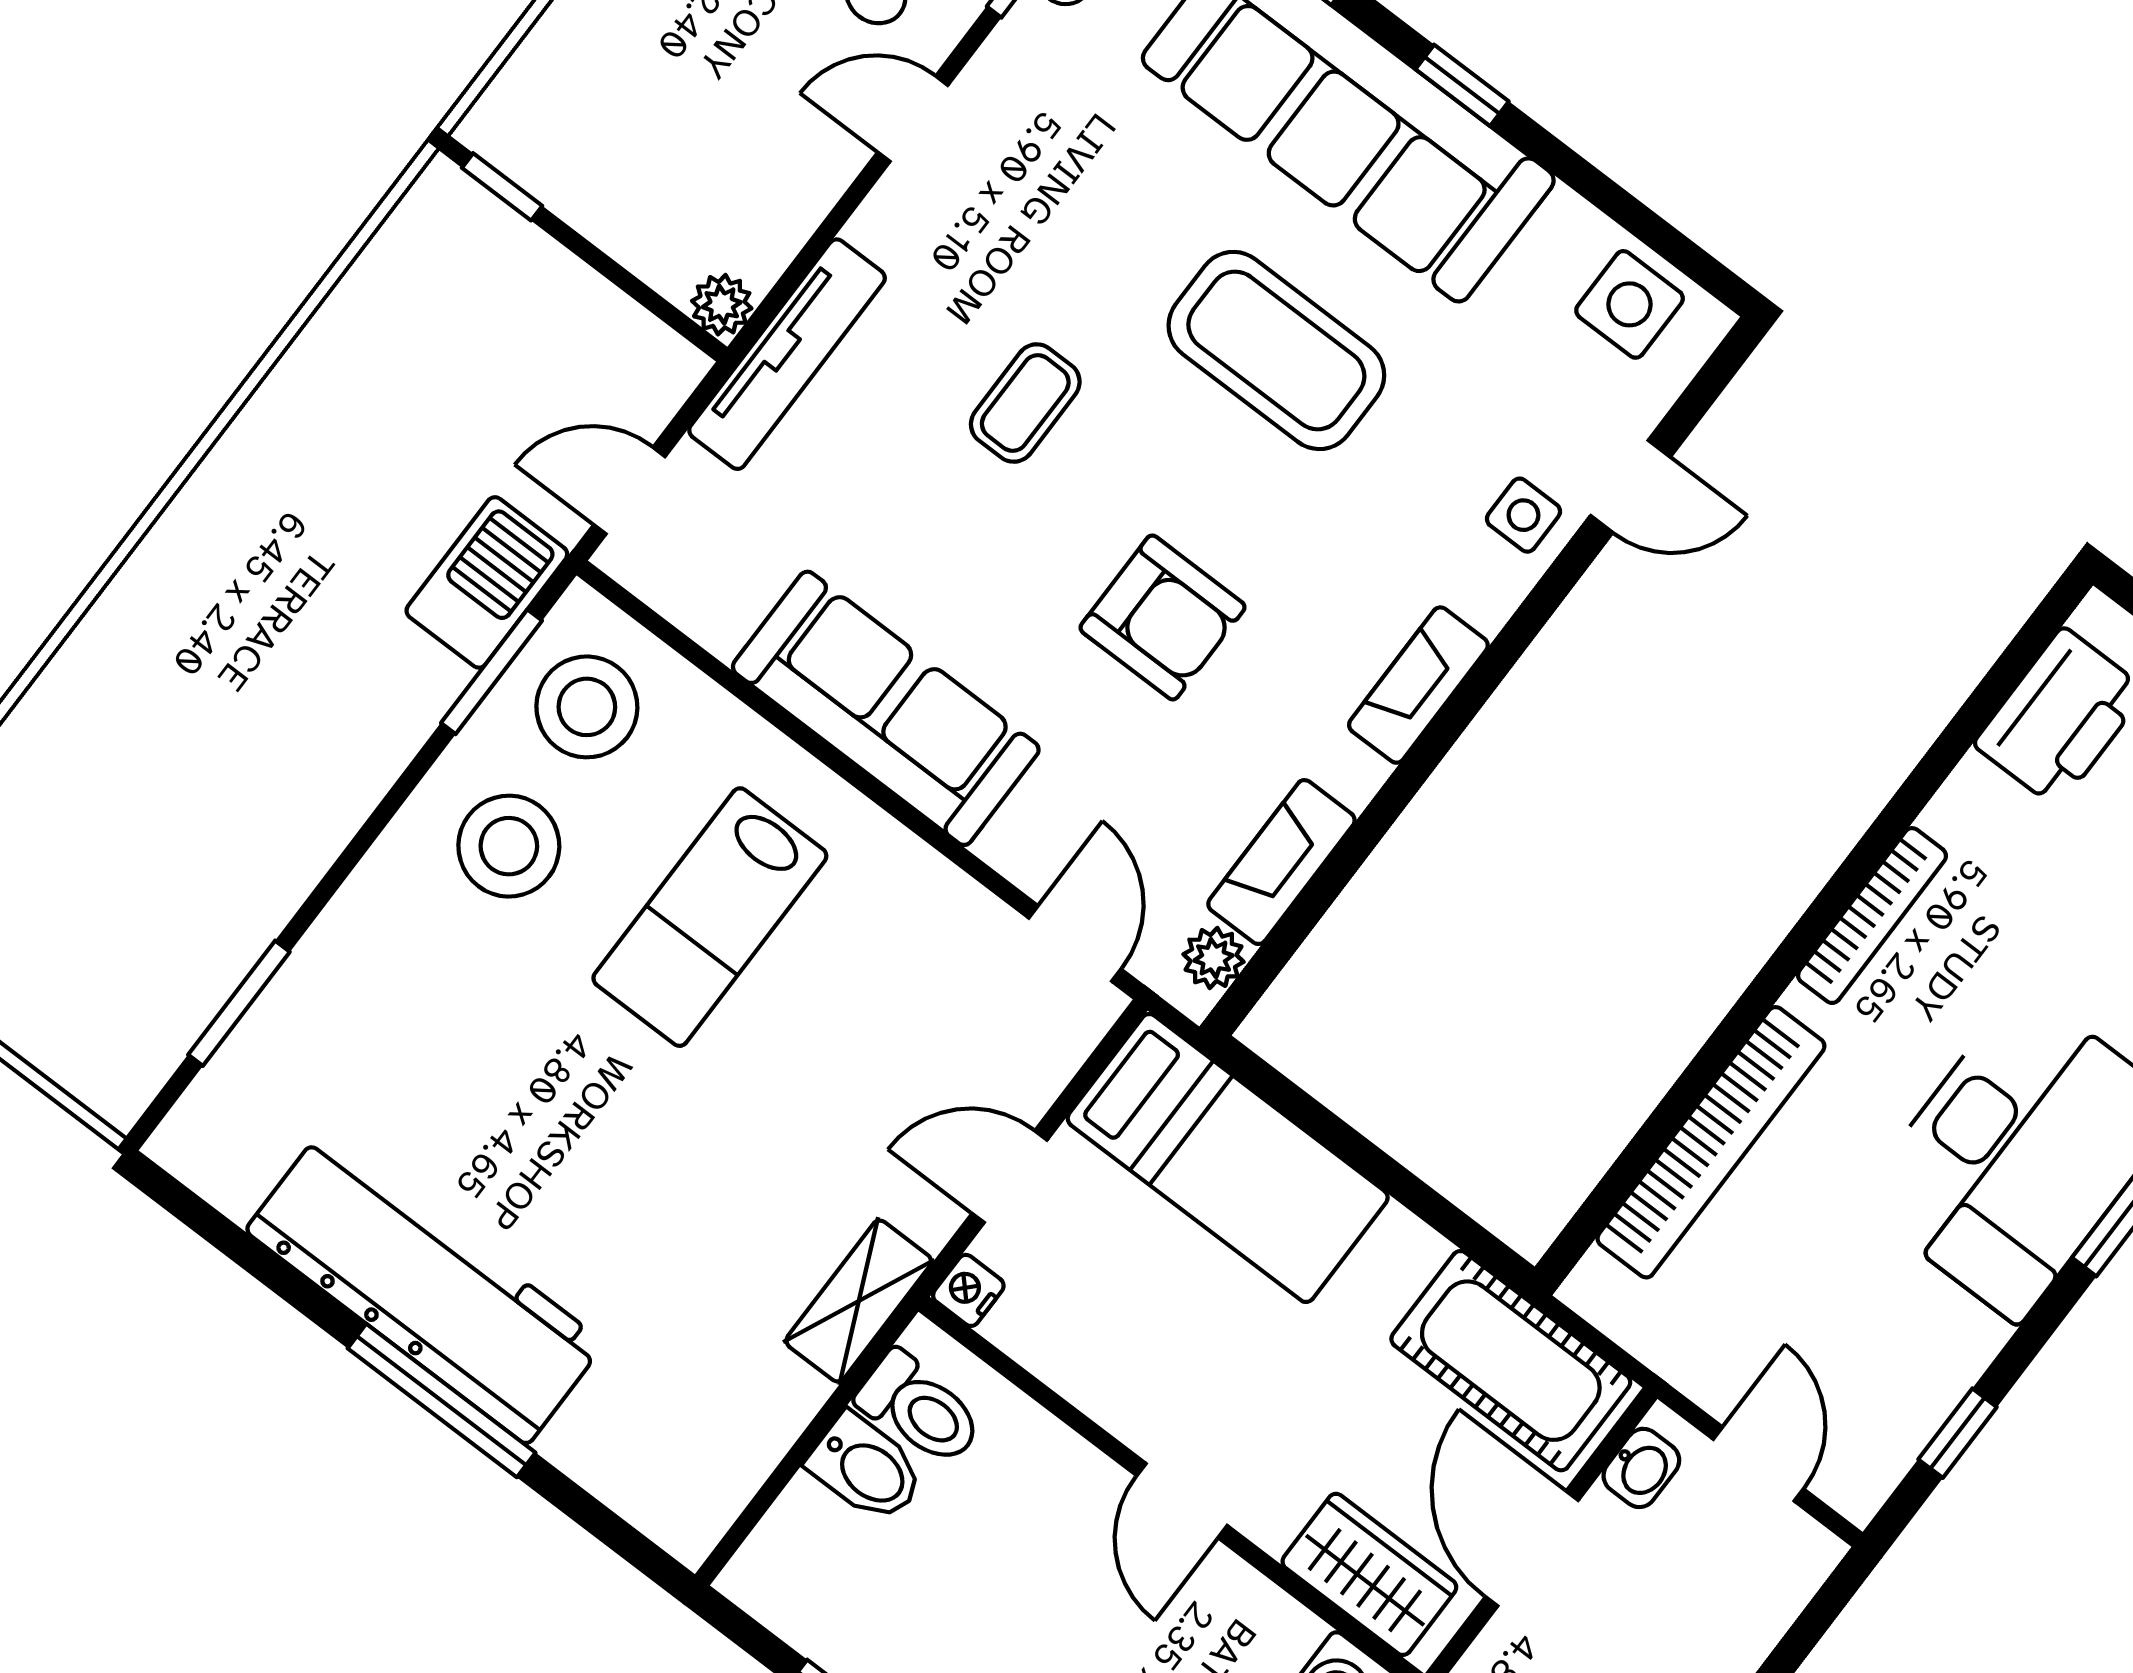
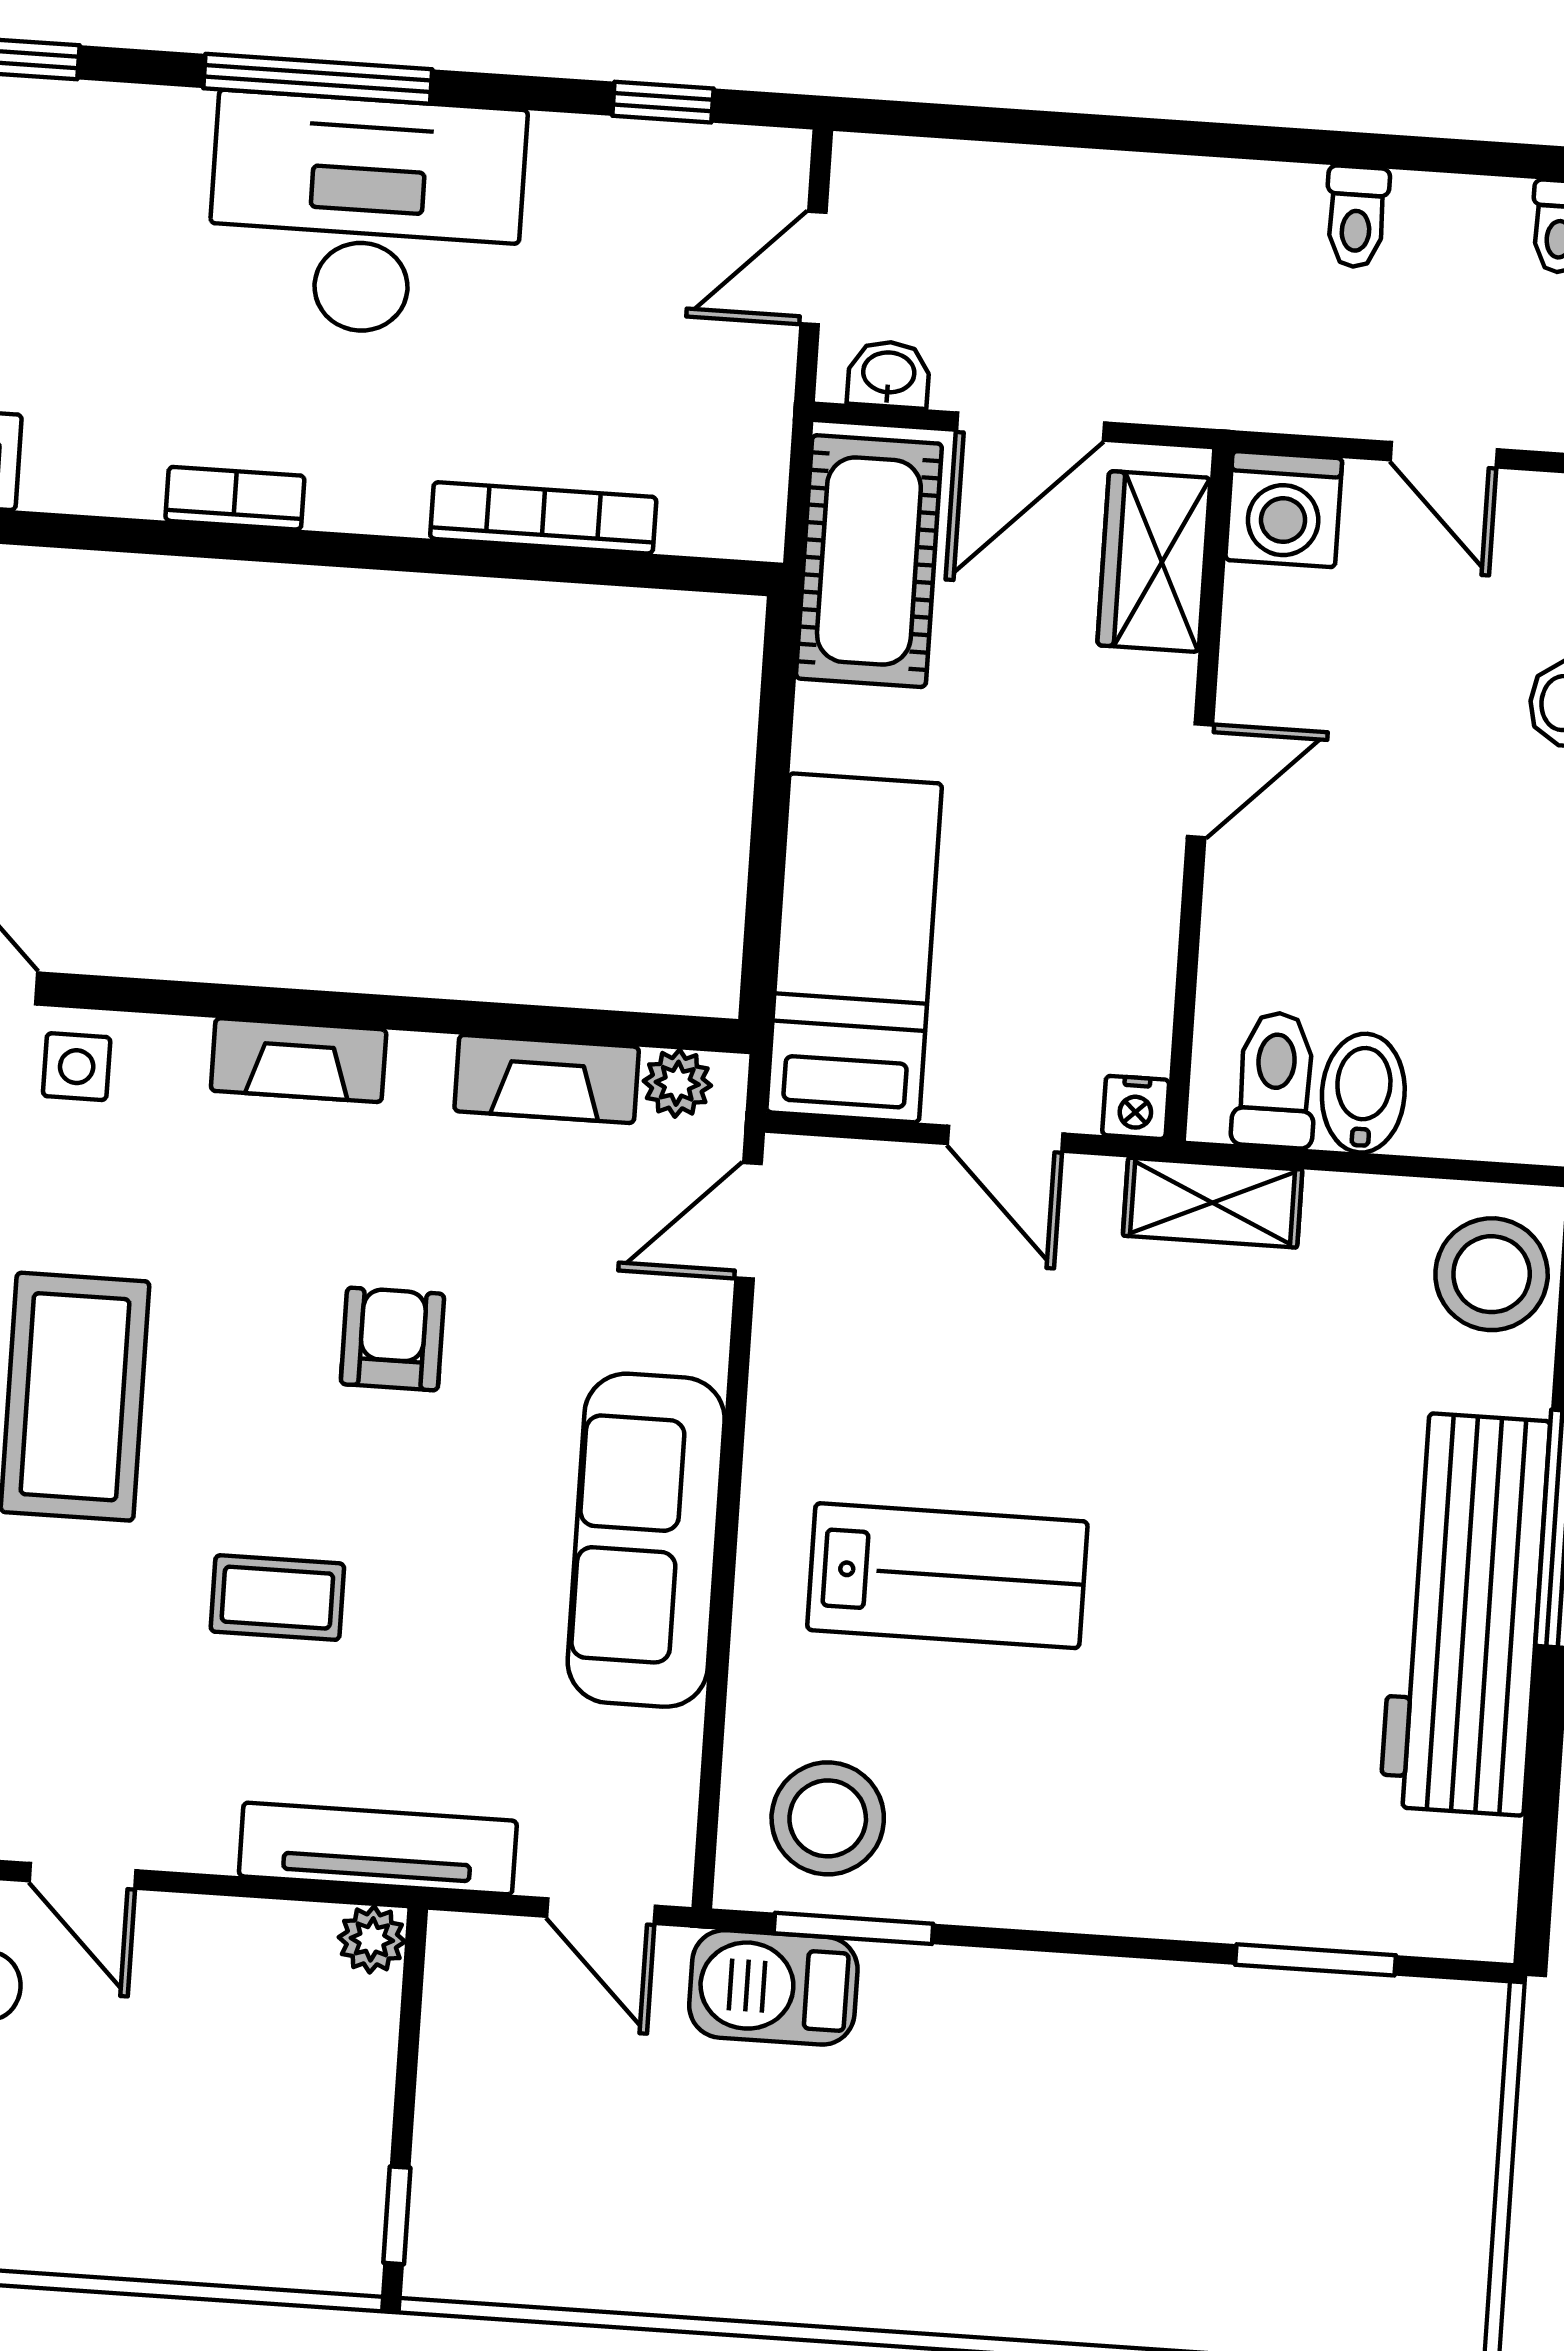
armchair: (1163, 617) -> (392, 1339), width x0.72, depth x0.72
stool: (509, 846) -> (1492, 1274), moved
bookcase: (1872, 916) -> (235, 498), width x0.64
bookcase: (1711, 1142) -> (543, 518), width x0.68, depth x0.76

